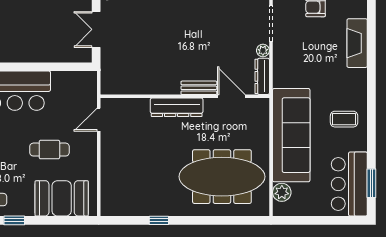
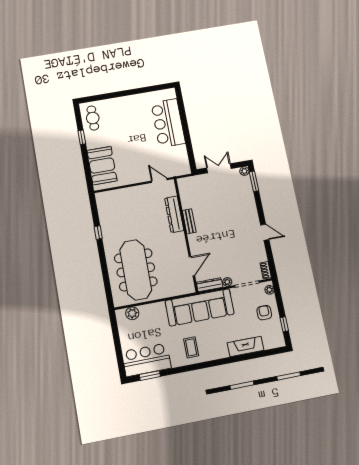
bench: (199, 88) -> (189, 221), moved
dresser: (177, 107) -> (174, 214), moved
sofa: (291, 135) -> (200, 307), moved
cafe table: (49, 150) -> (133, 152), removed

